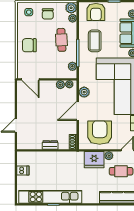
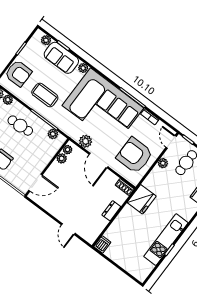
fridge: (94, 160) -> (142, 199), moved
dishwasher: (23, 171) -> (102, 244), moved
kitchen unit: (50, 197) -> (166, 240), width x0.73

